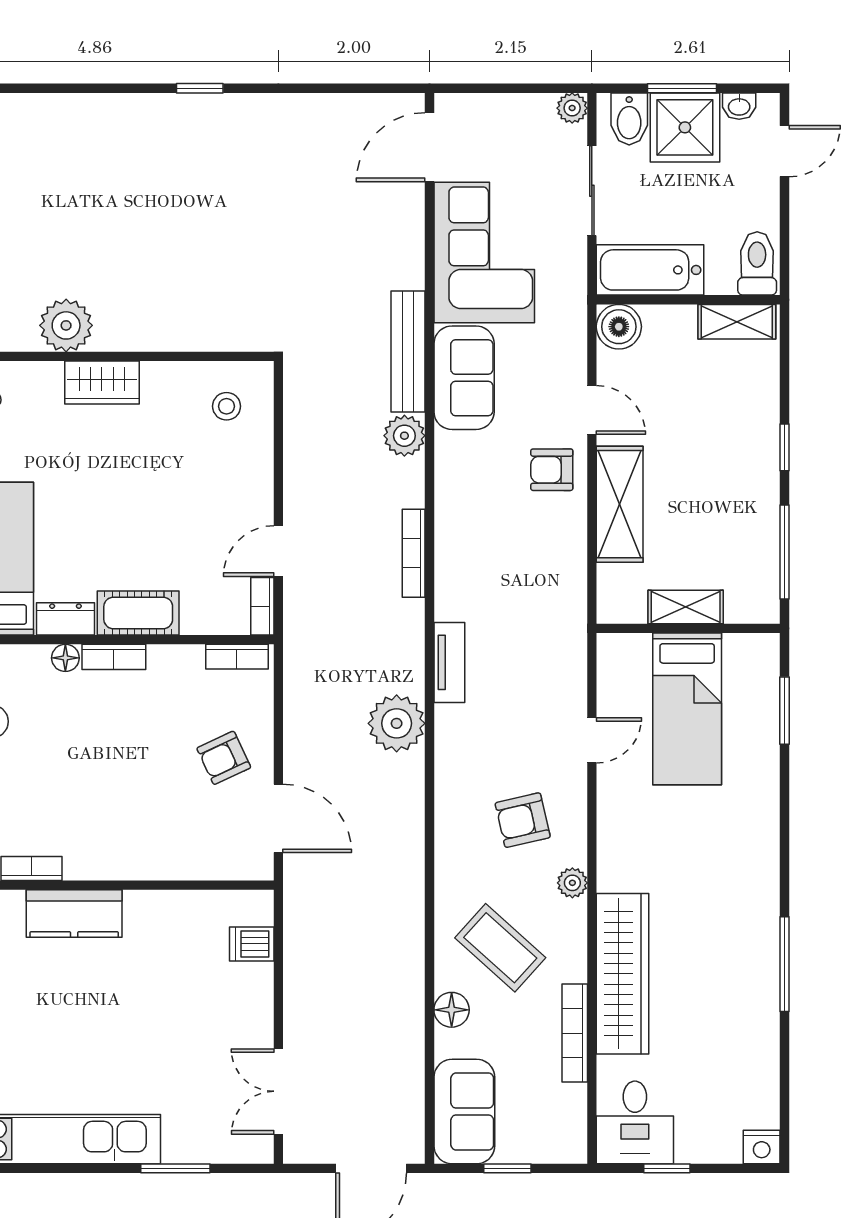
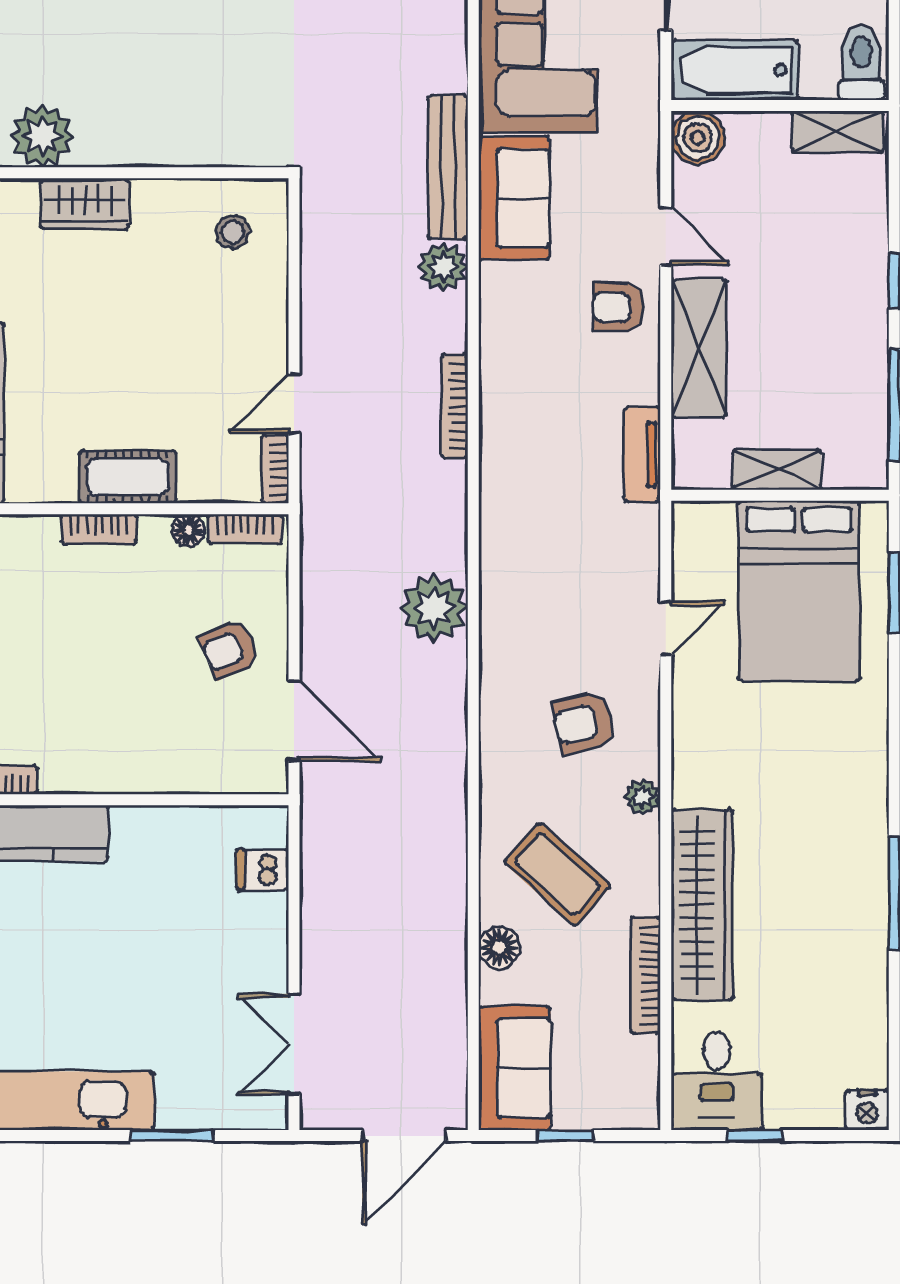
dresser: (65, 619) -> (42, 484), removed
floor lamp: (65, 658) -> (188, 530), moved
tv unit: (449, 662) -> (642, 455), moved, turned 180
bed: (687, 709) -> (799, 591), width x1.50

